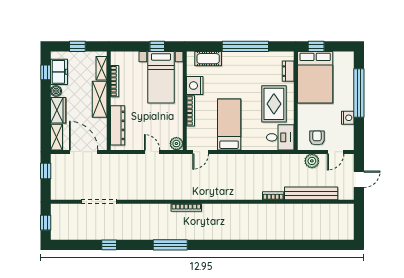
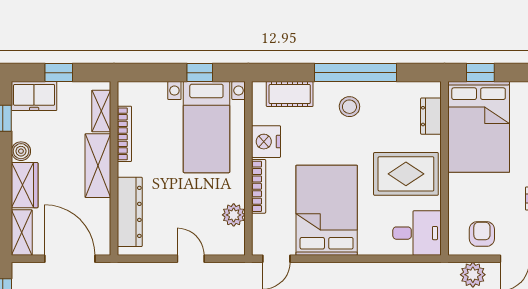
stool: (242, 66) -> (349, 107), added
freezer: (59, 72) -> (34, 96), moved, turned 90
rug: (274, 104) -> (406, 174), turned 90
bed: (229, 124) -> (327, 210), width x1.50
plant: (176, 144) -> (234, 215), moved

